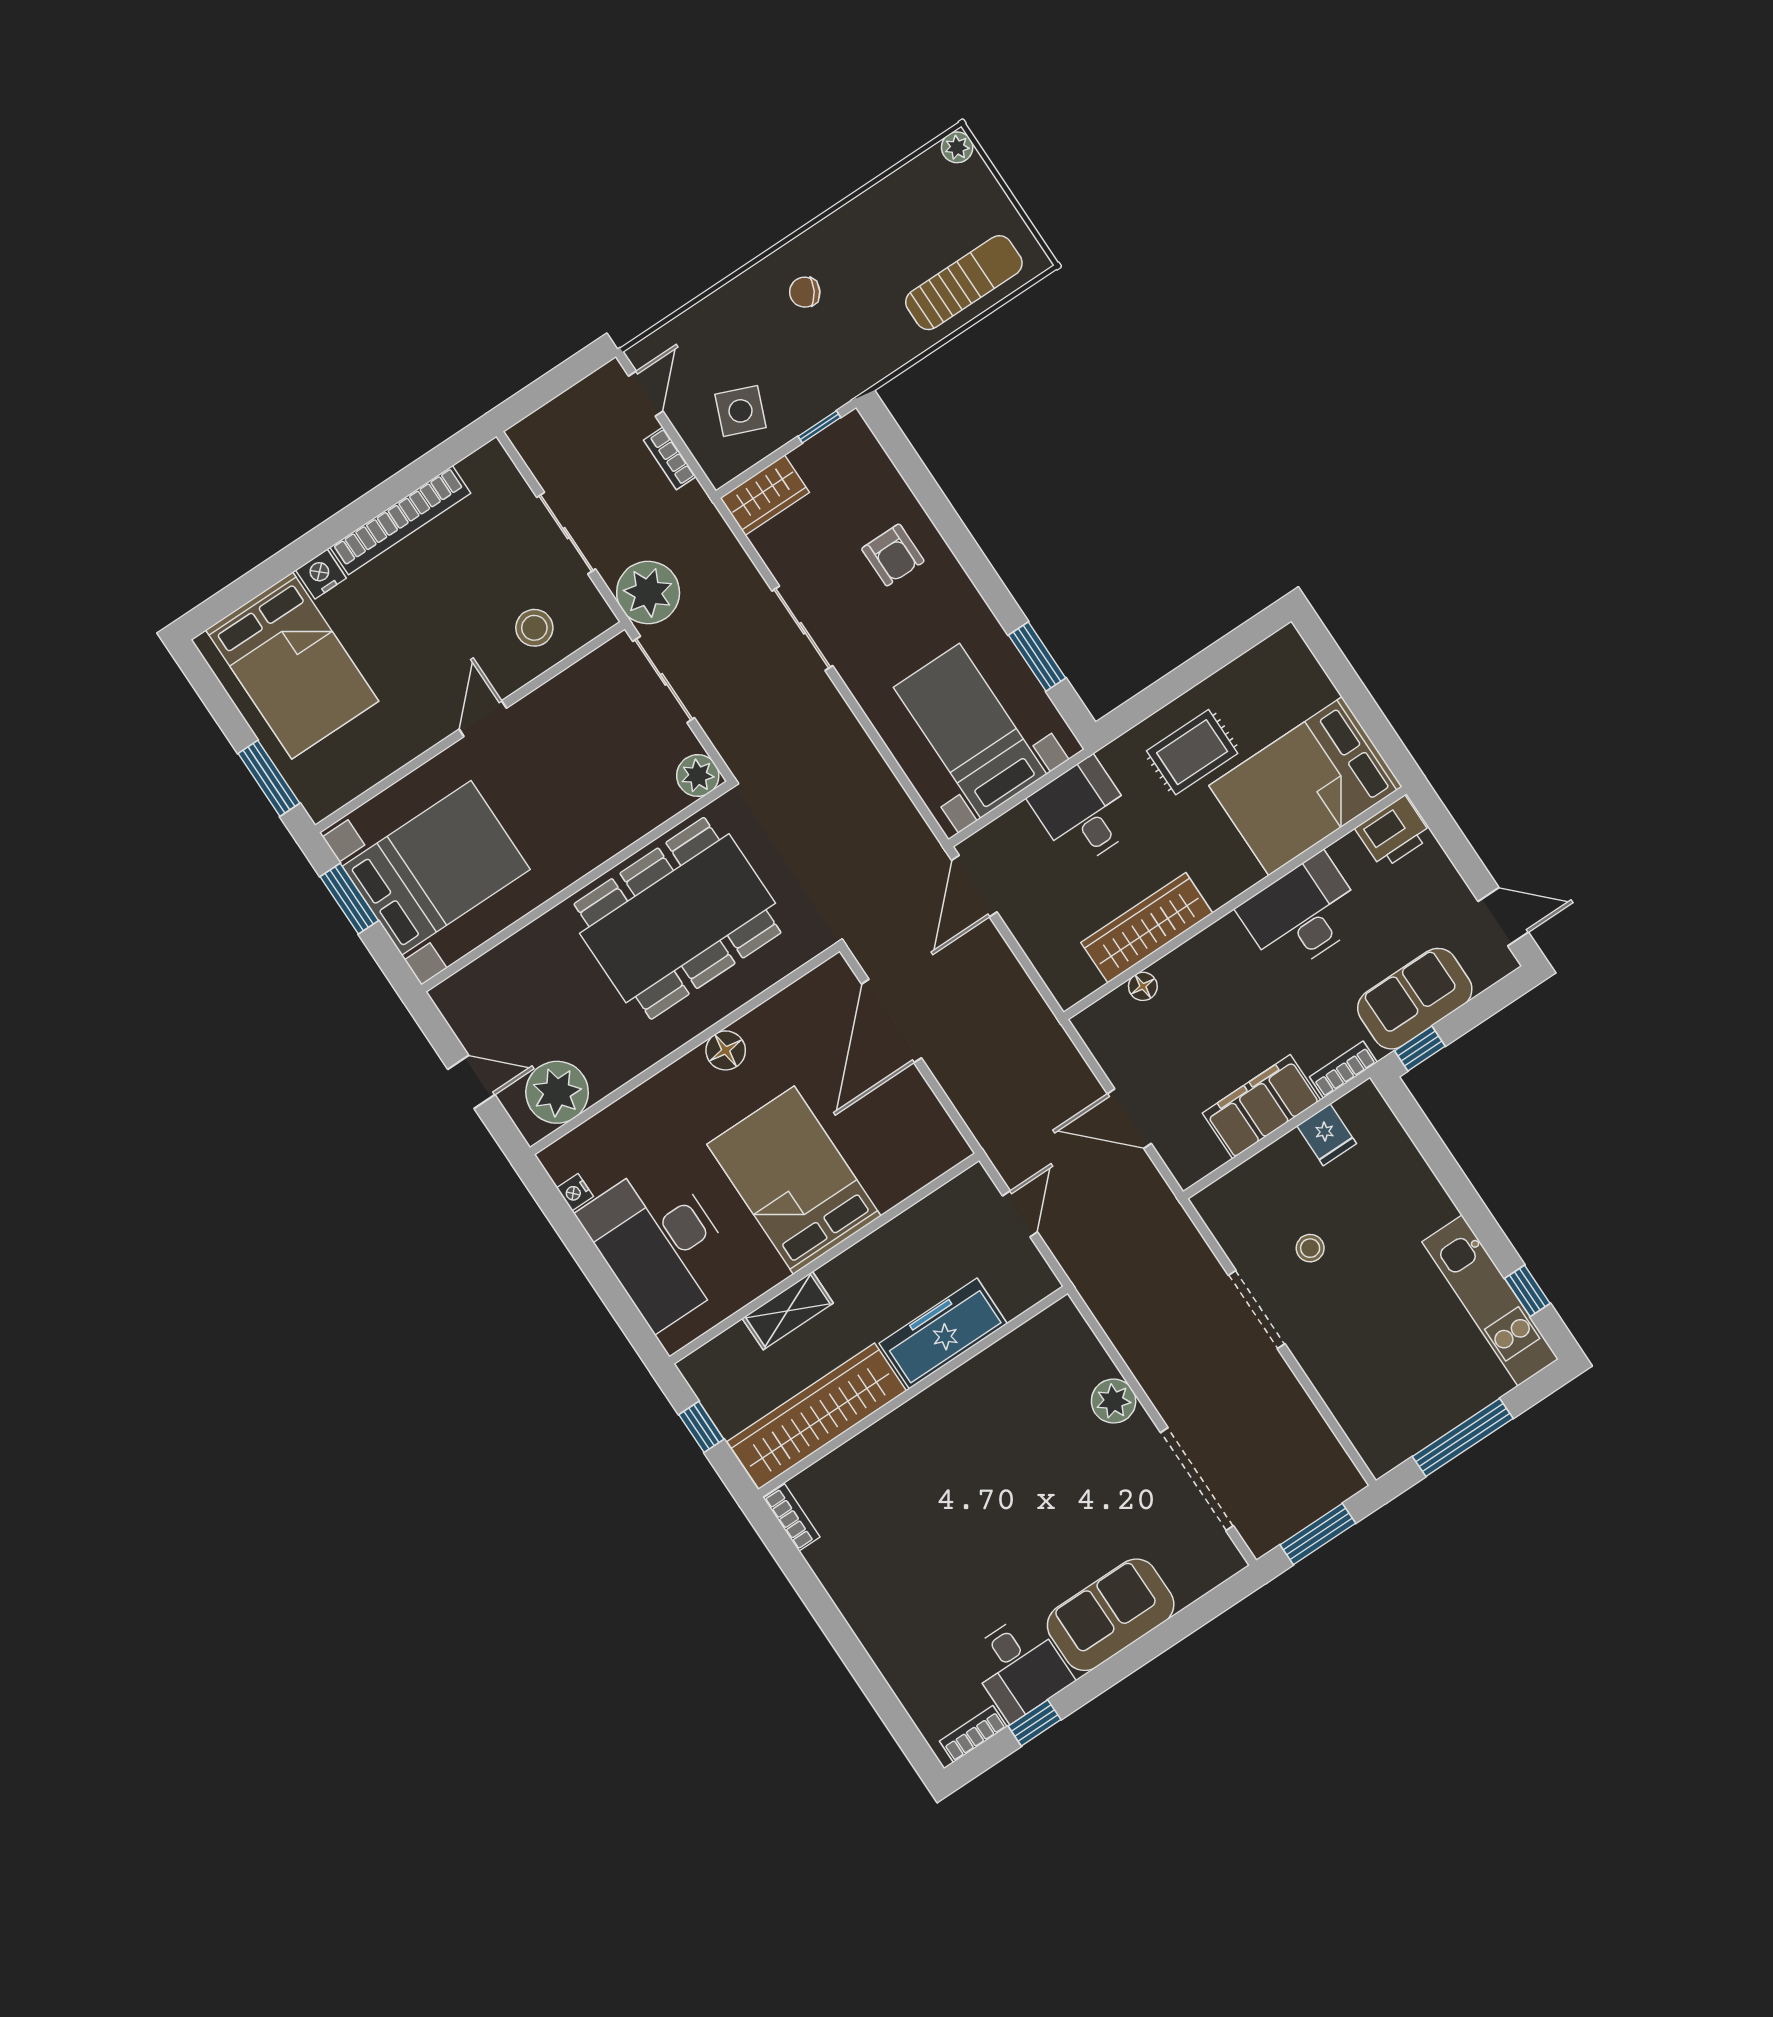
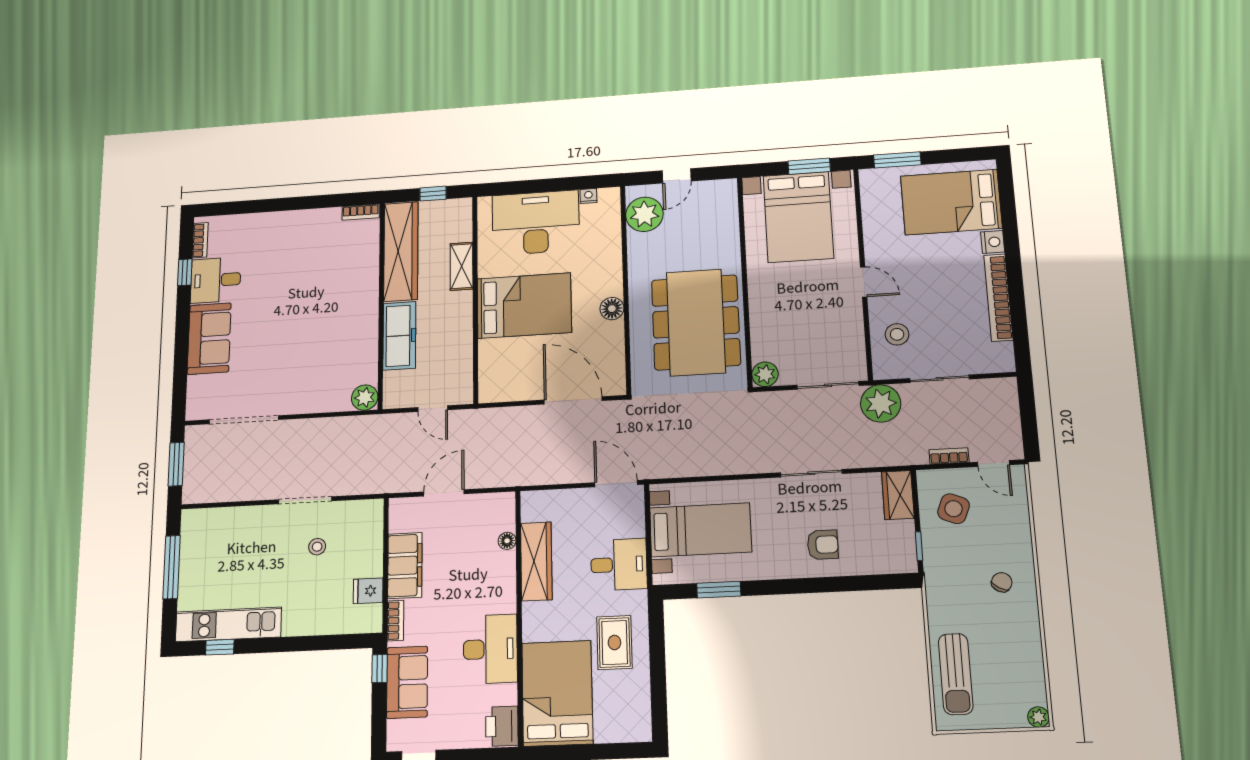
armchair: (893, 555) -> (823, 545), turned 180
plant: (1114, 1401) -> (365, 398), moved

